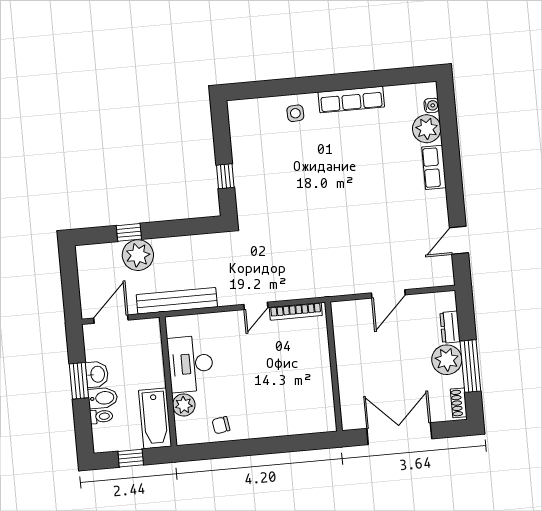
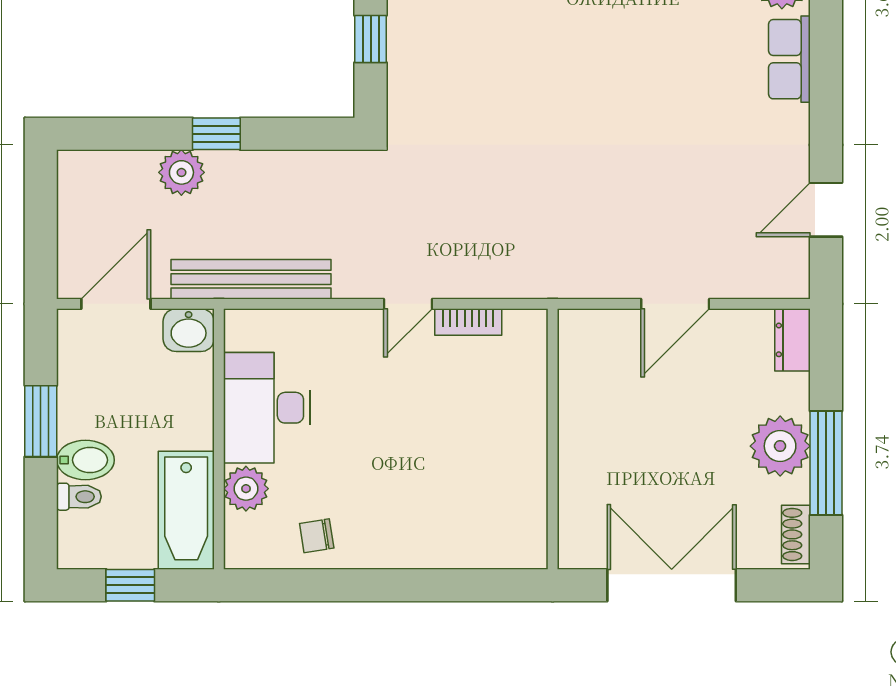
window: (129, 232) -> (216, 134), moved
plant: (138, 255) -> (181, 172), width x0.73, depth x0.73
bookcase: (296, 311) -> (468, 322), width x0.64
dresser: (450, 327) -> (793, 340), moved
washbasin: (97, 374) -> (189, 330), moved, turned 90

